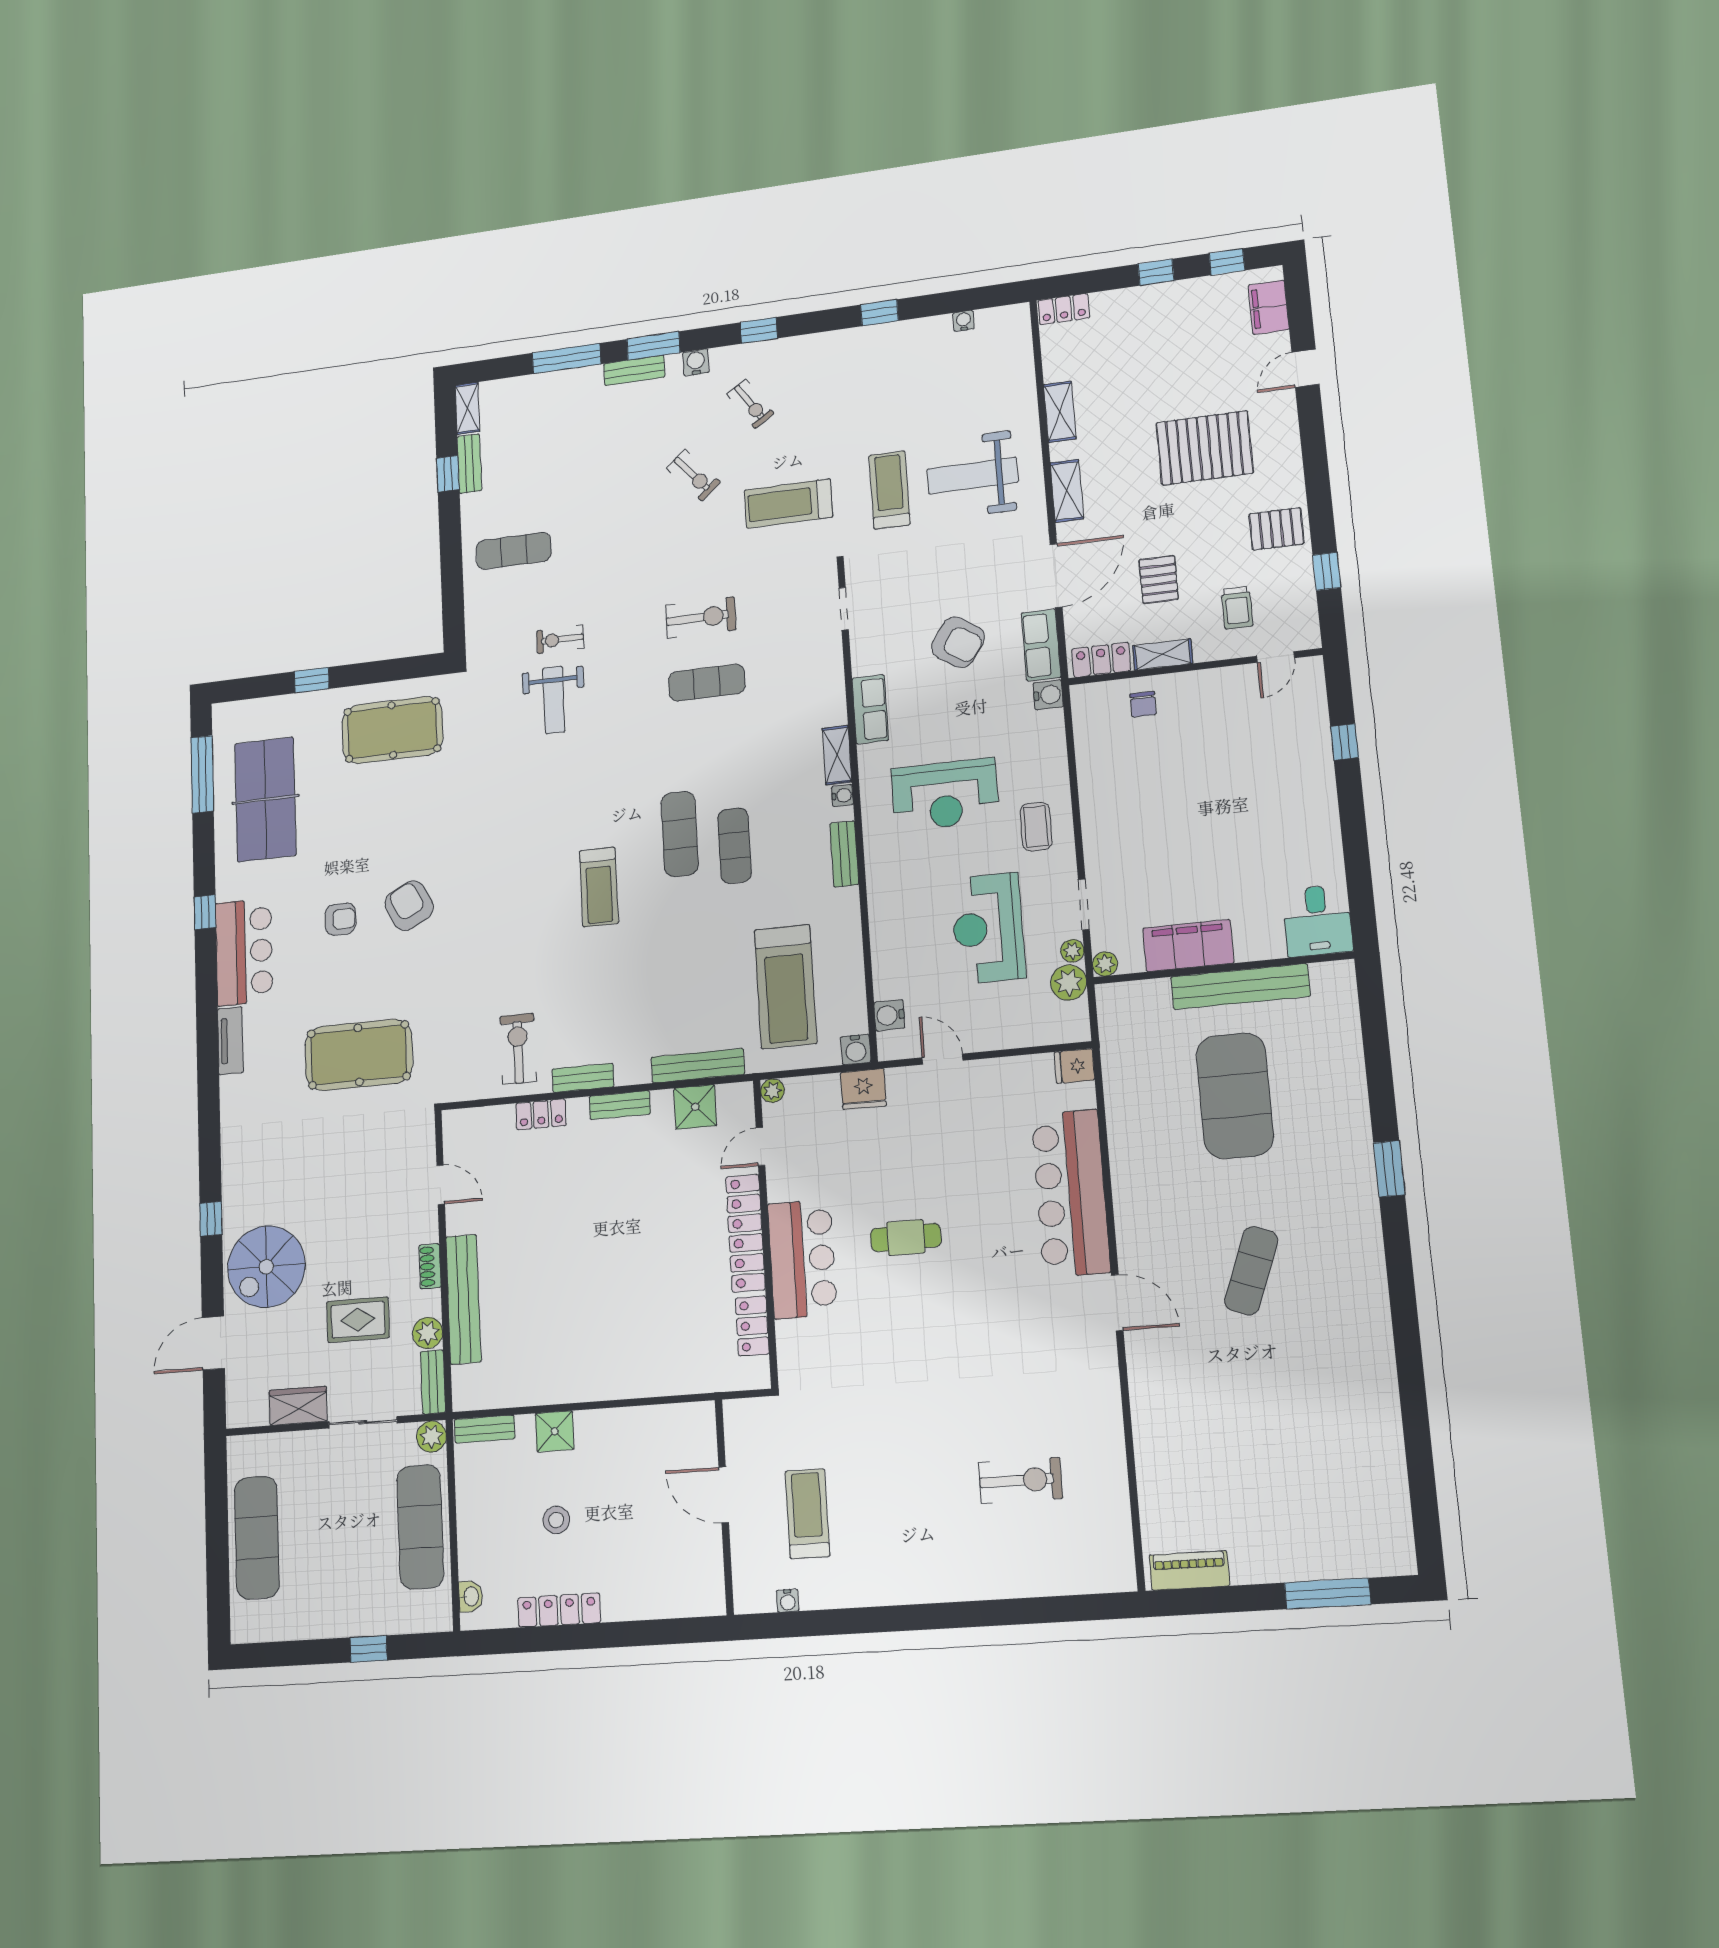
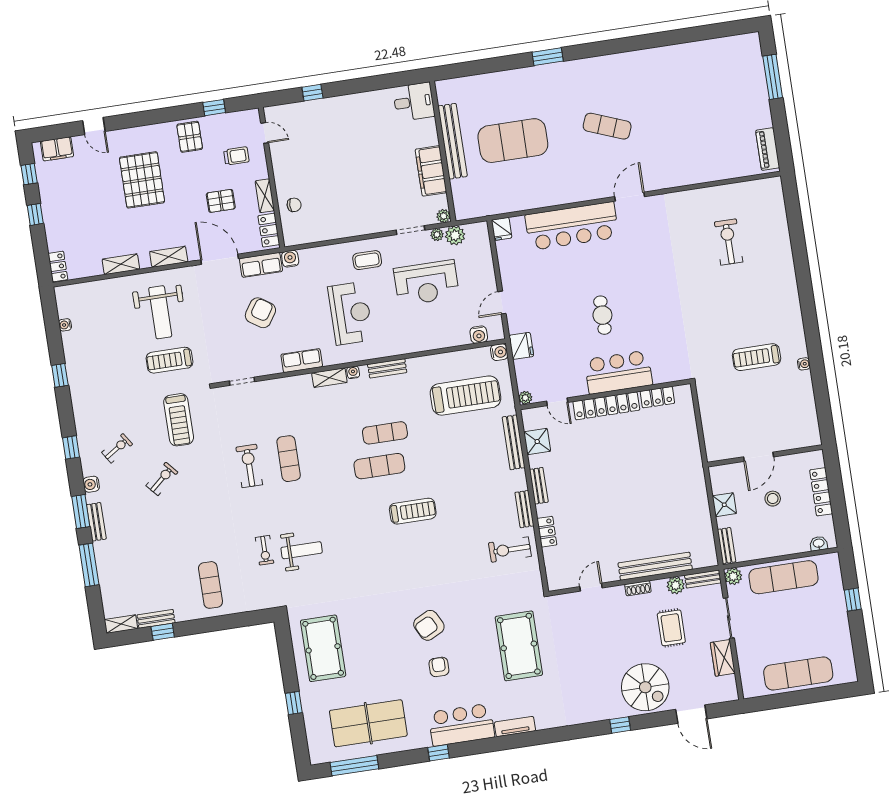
door: (724, 1495) -> (759, 457), moved
wall: (724, 1507) -> (765, 456), moved

